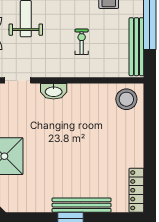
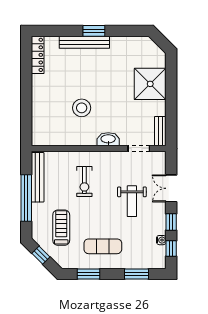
exercise bike: (82, 42) -> (84, 182), width x1.38, depth x1.39
stool: (126, 99) -> (82, 108), moved

